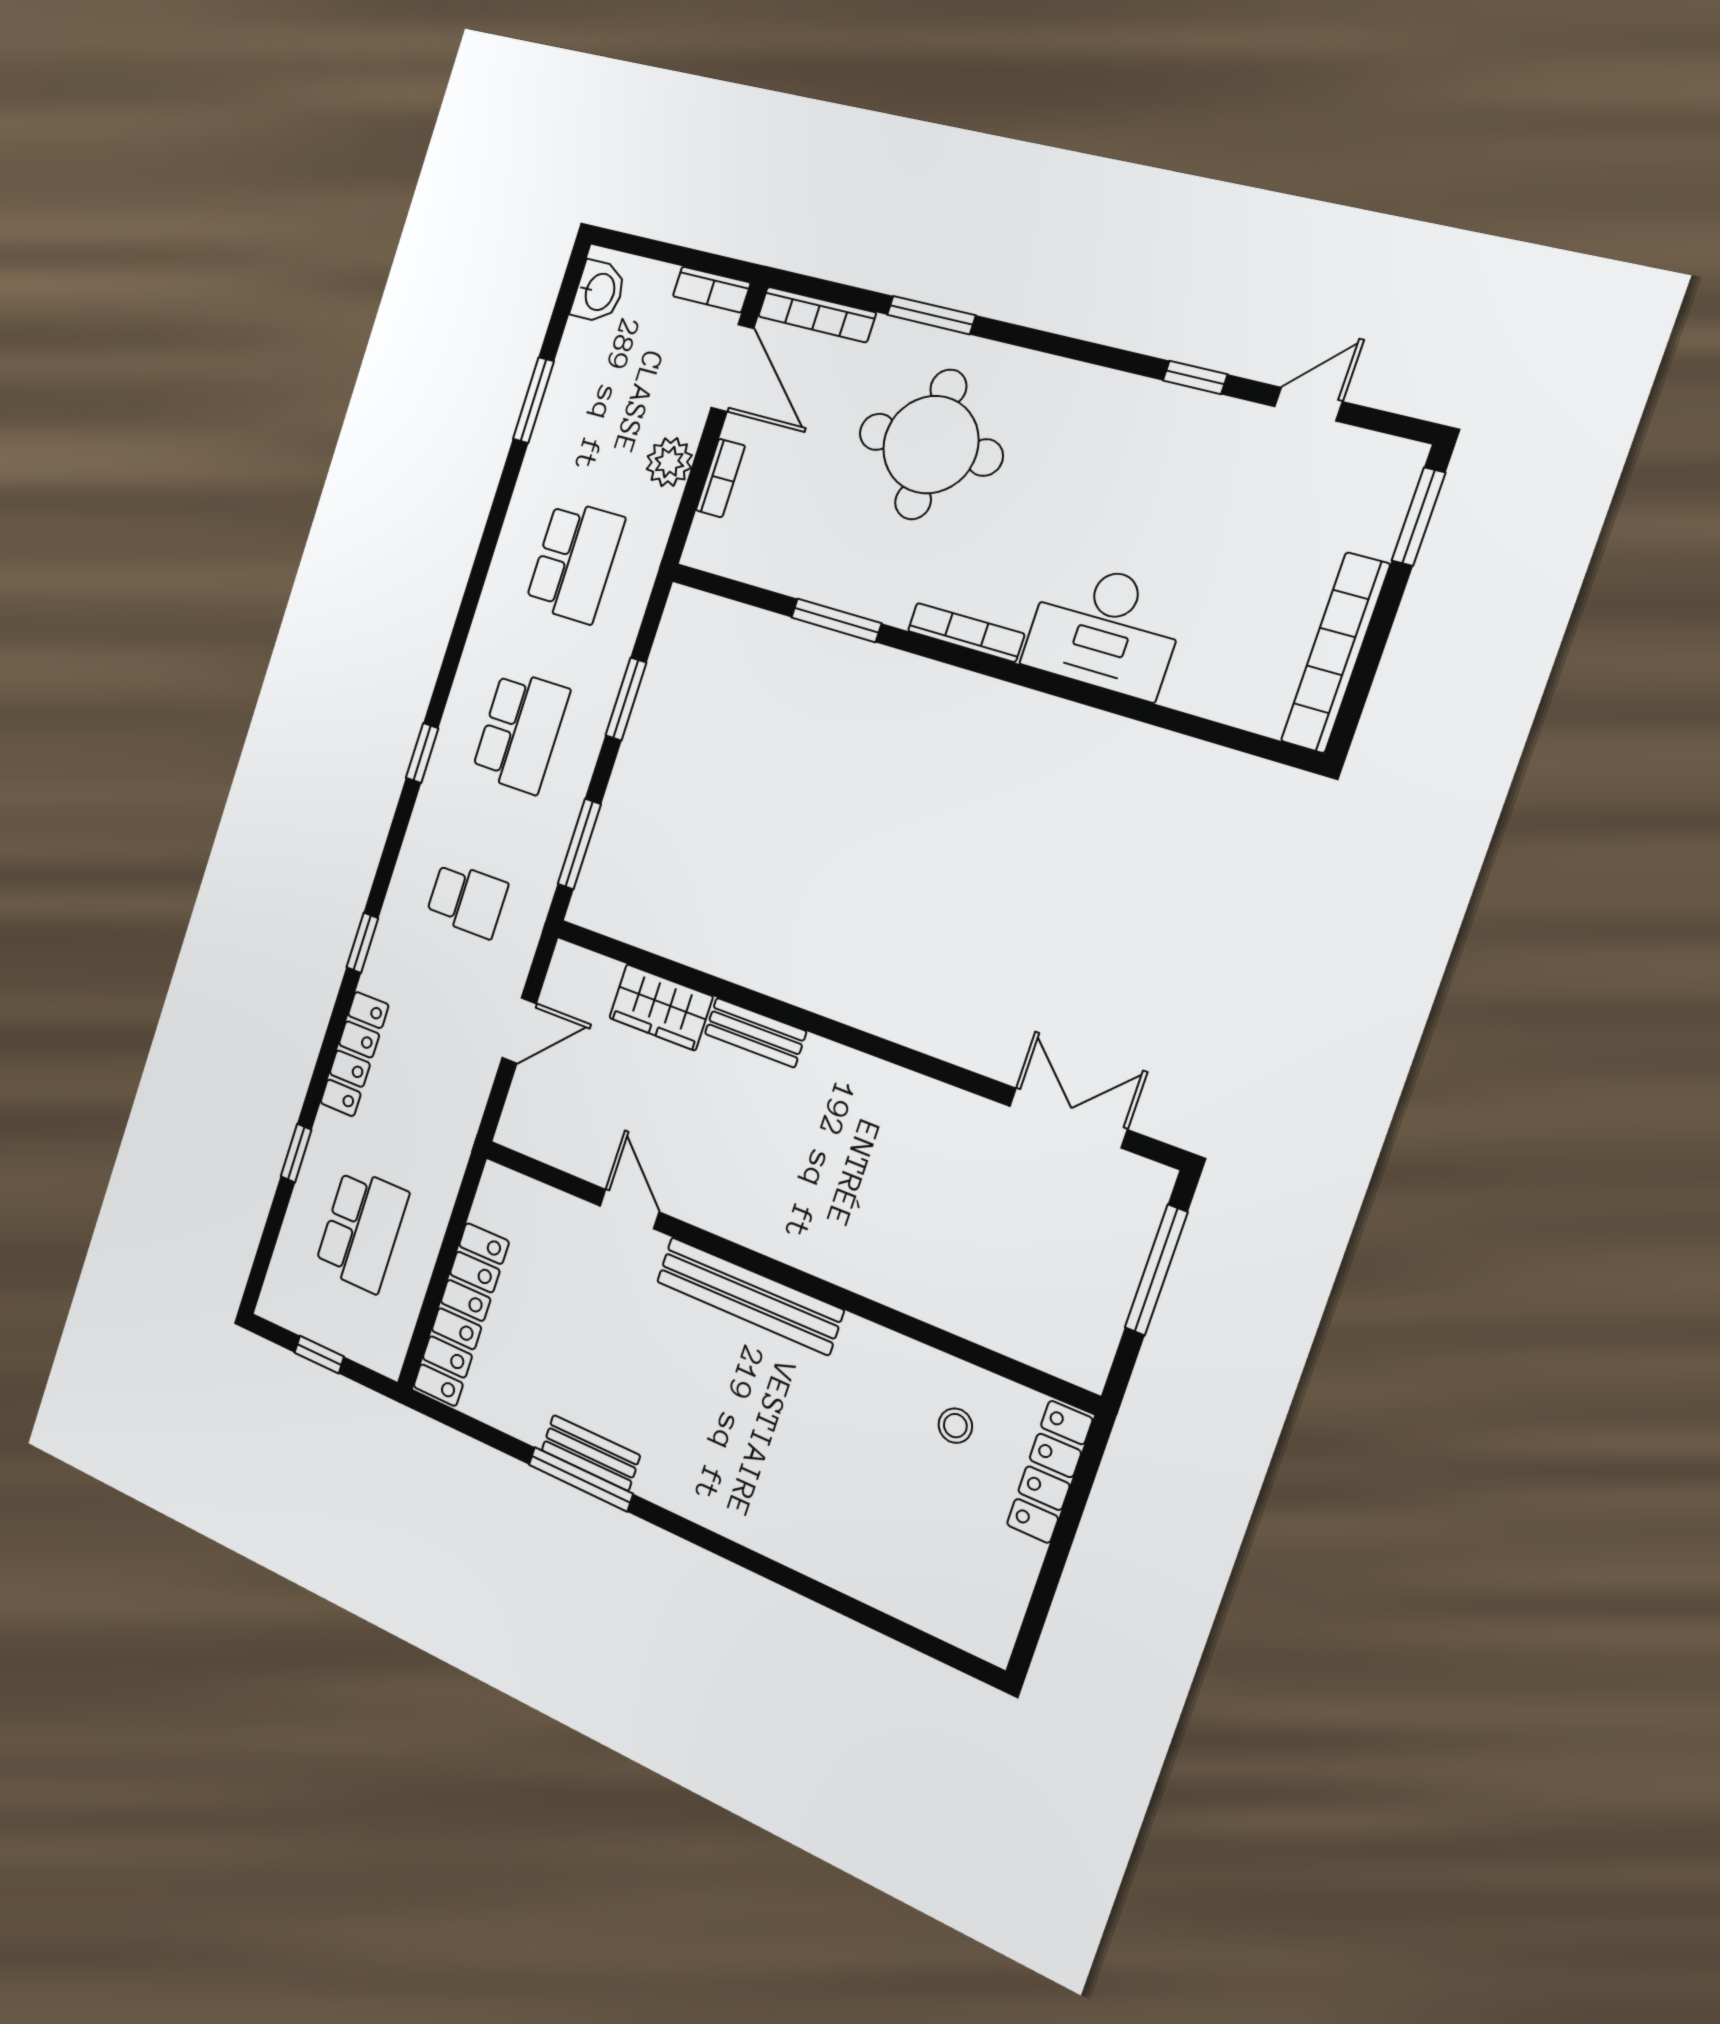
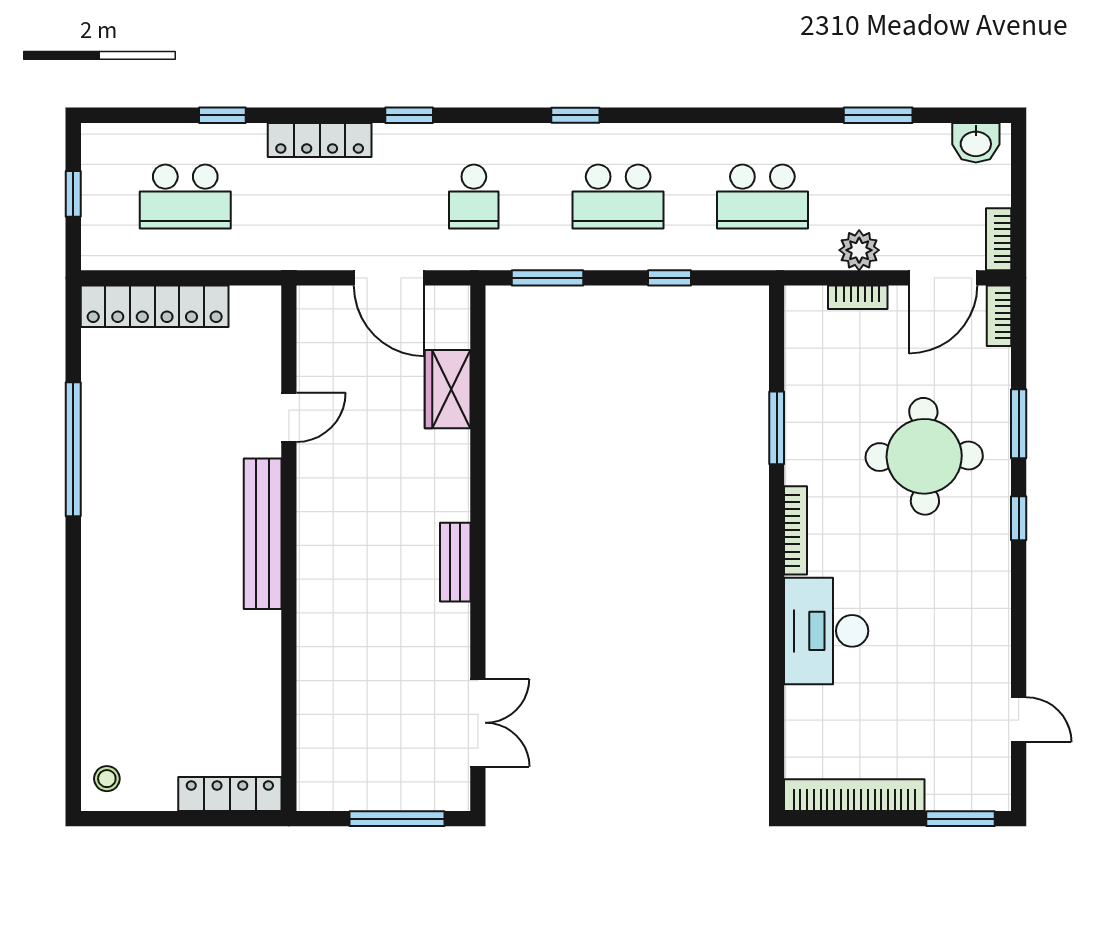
bookcase: (817, 314) -> (999, 316), width x0.64
window: (1195, 377) -> (1019, 518), moved
window: (626, 699) -> (669, 278), width x0.67
door: (519, 1030) -> (389, 278), width x1.38
bench: (755, 1033) -> (455, 562), moved
stool: (955, 1426) -> (107, 779), moved
bench: (591, 1453) -> (96, 450), removed
window: (581, 1479) -> (73, 449), width x1.46

